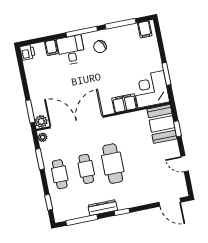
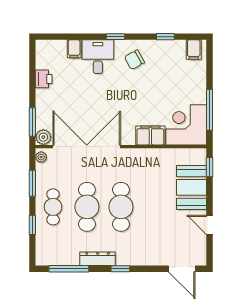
window: (121, 24) -> (165, 37), width x0.46
window: (82, 32) -> (115, 37), width x0.46
printer: (27, 52) -> (44, 79), moved
window: (166, 74) -> (209, 110), width x1.44
booth: (162, 124) -> (192, 187), moved
window: (178, 129) -> (209, 167), moved
cafe table: (86, 169) -> (87, 207), width x1.37, depth x1.35
window: (49, 202) -> (32, 225), moved

